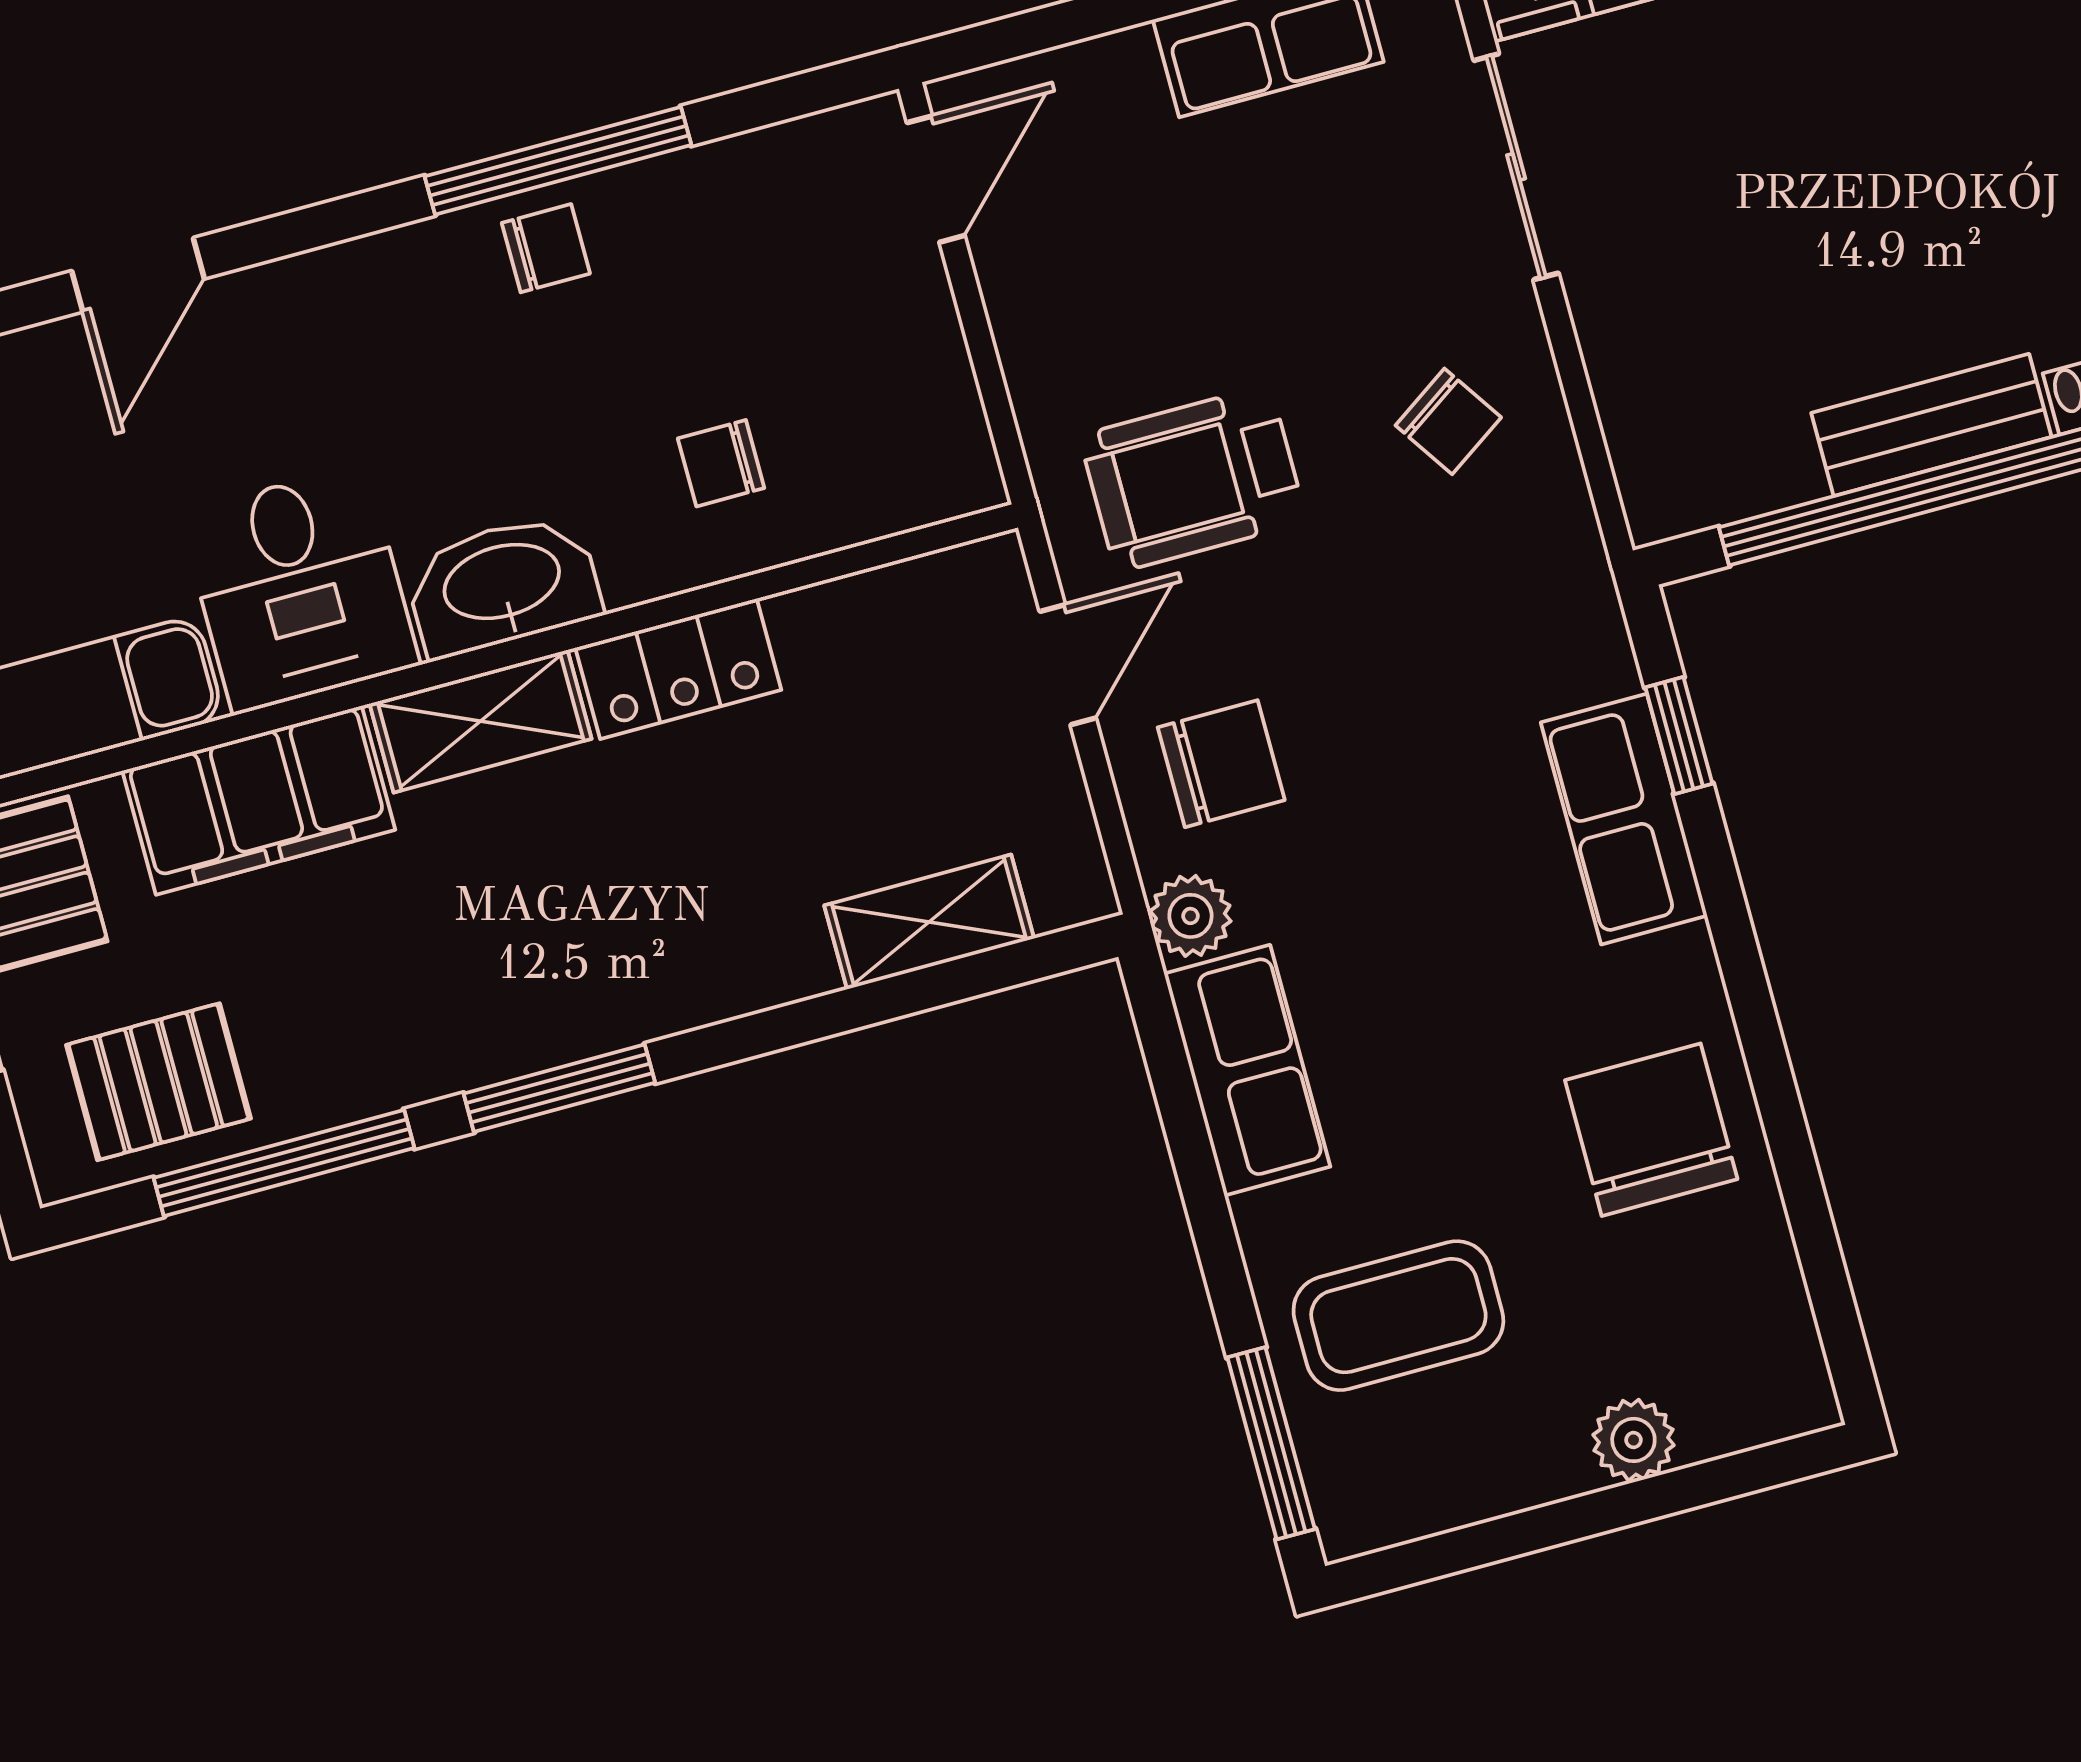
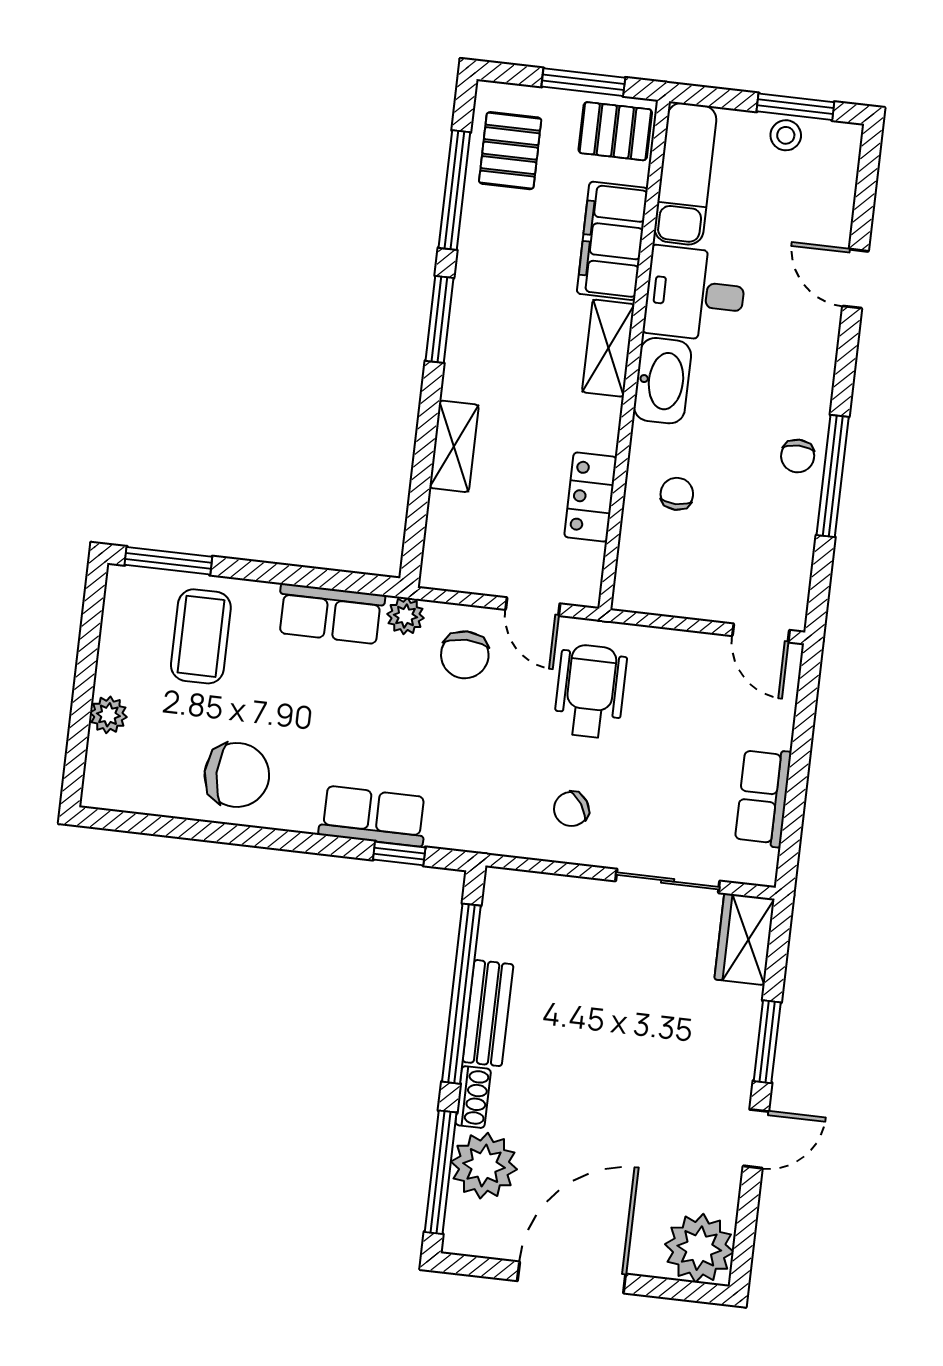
locker: (678, 669) -> (591, 497), moved
shelving: (929, 922) -> (454, 446), moved

